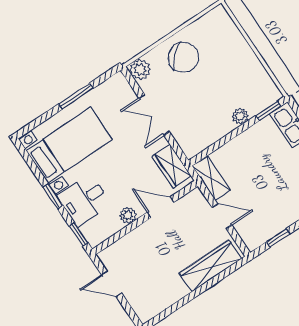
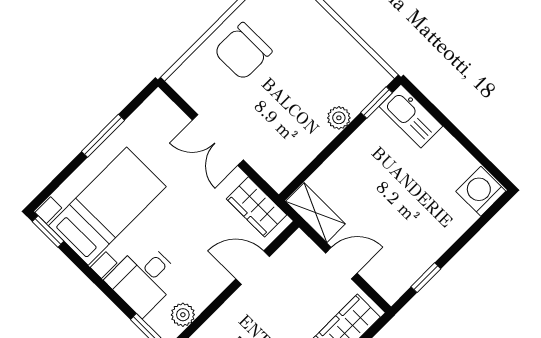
chair: (184, 57) -> (243, 51), turned 133
plant: (140, 70) -> (185, 80), removed
window: (53, 196) -> (48, 231), moved
plant: (128, 215) -> (183, 315), moved

